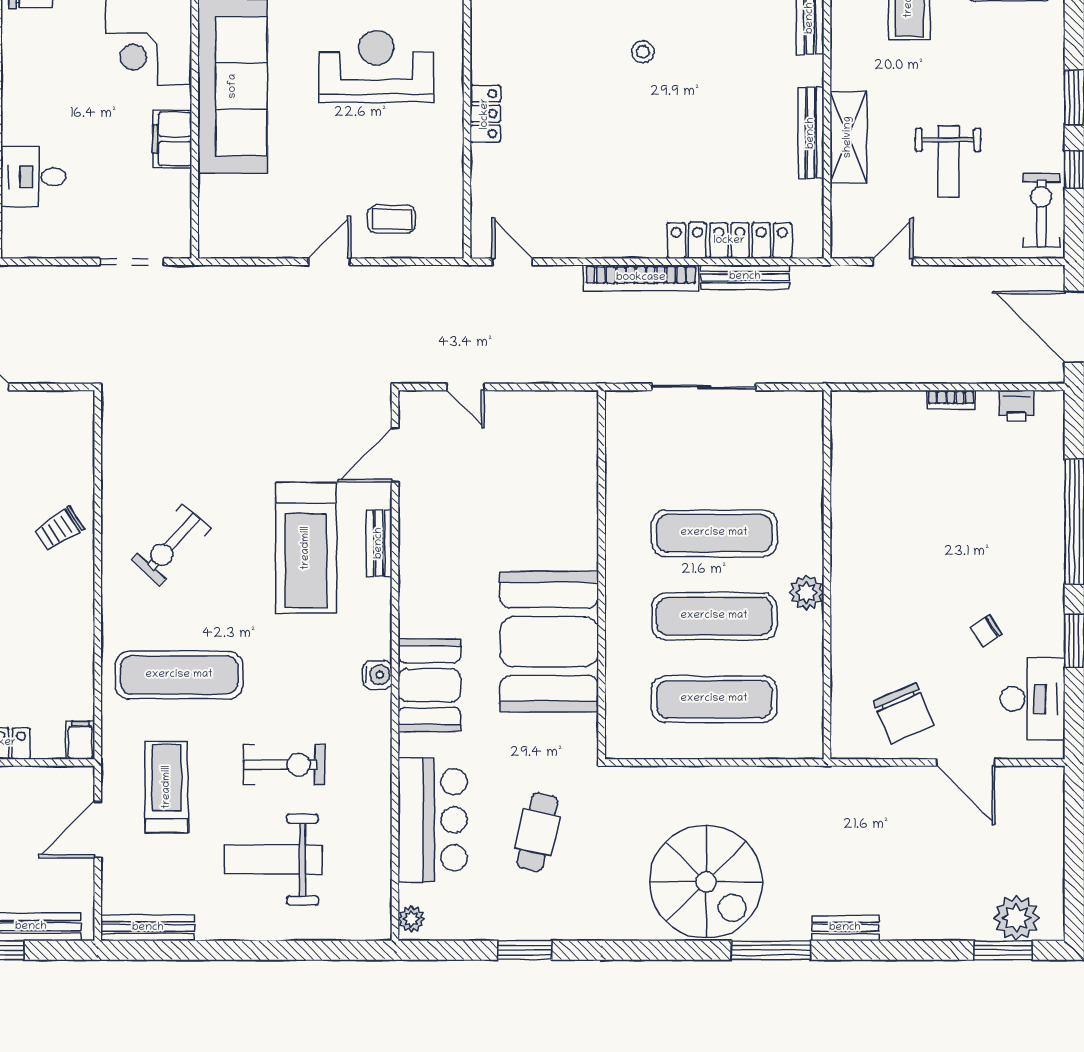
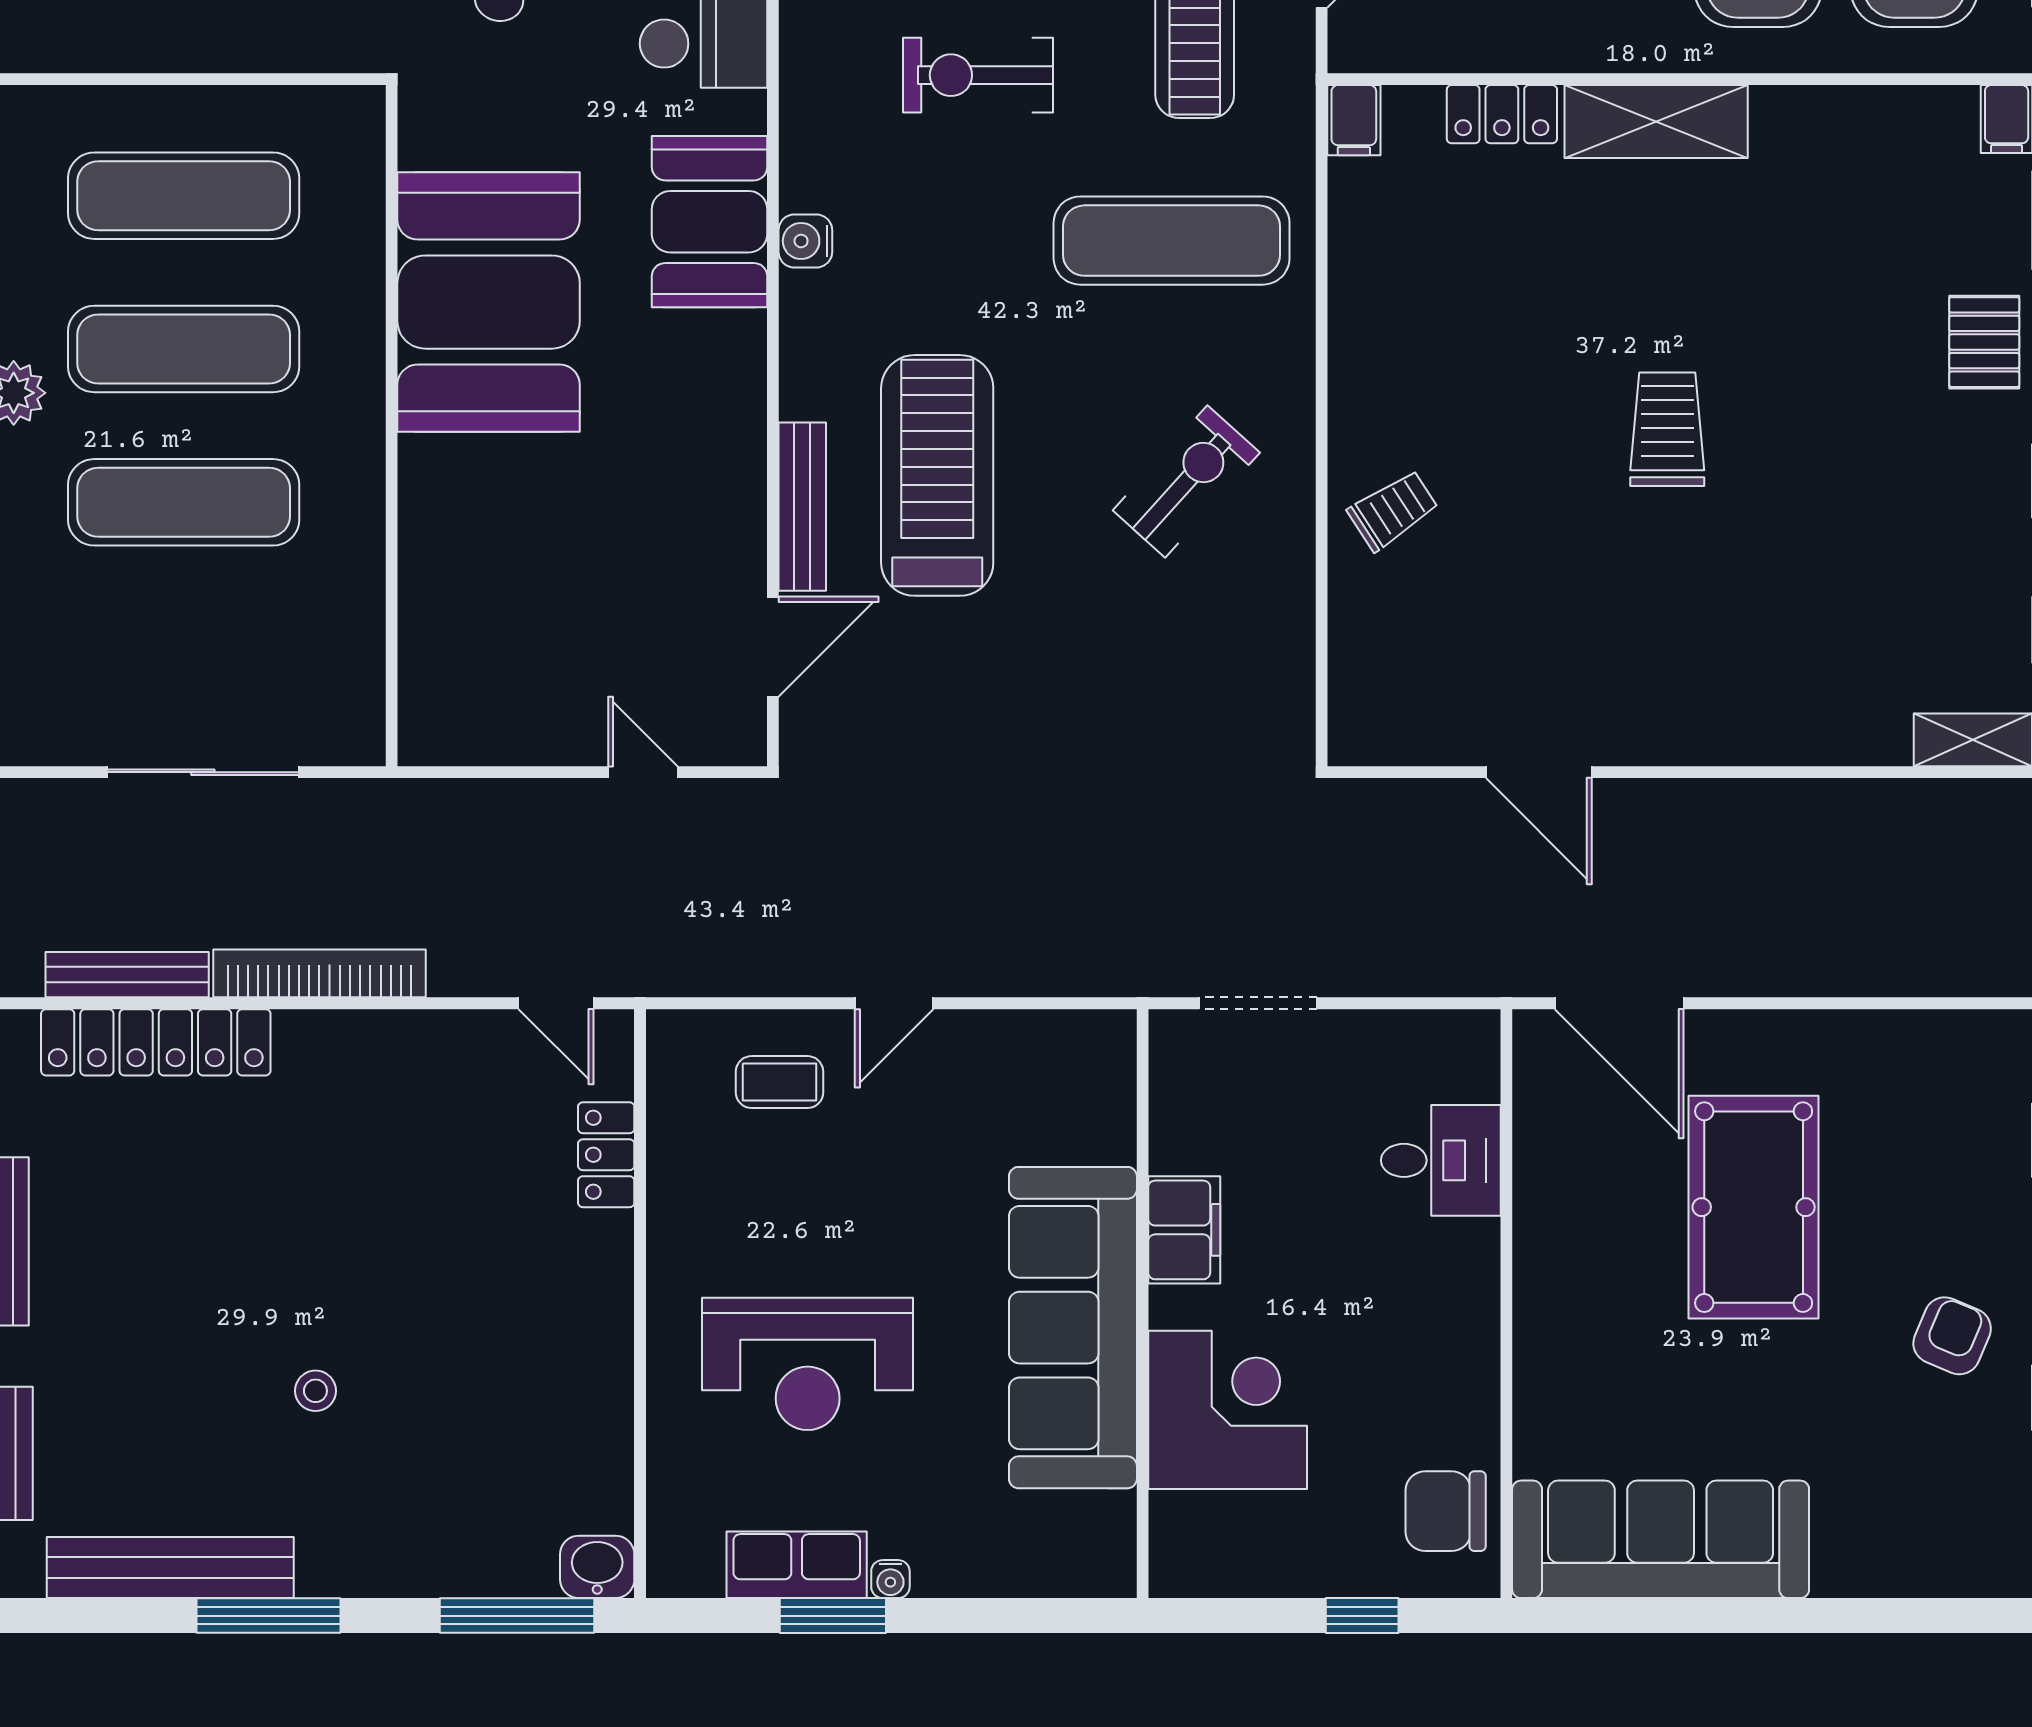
locker: (485, 114) -> (606, 1155), moved
bench: (379, 543) -> (802, 507), width x1.36

